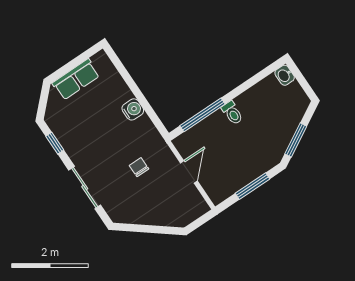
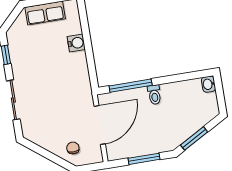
water cooler: (133, 109) -> (76, 43), moved
chair: (139, 167) -> (73, 148), moved
door: (189, 172) -> (100, 125), width x1.88

